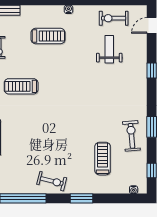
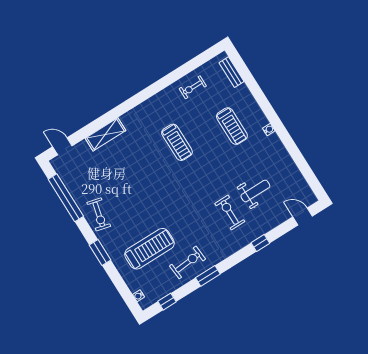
exercise bike: (114, 18) -> (230, 212), moved
treadmill: (21, 86) -> (177, 142), moved, turned 180
treadmill: (103, 159) -> (149, 249), width x1.37, depth x1.38

